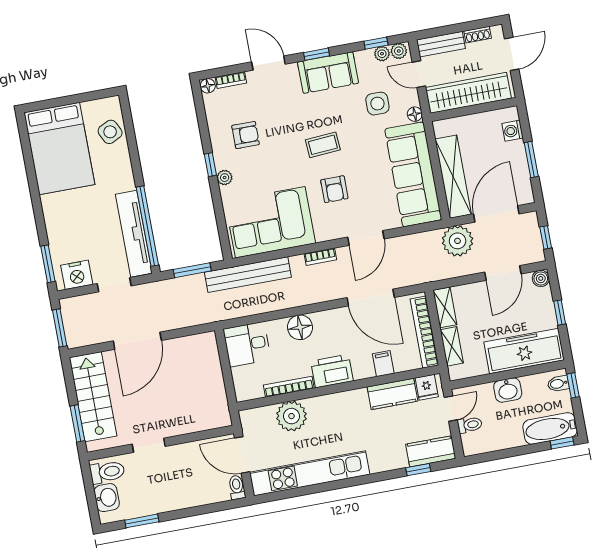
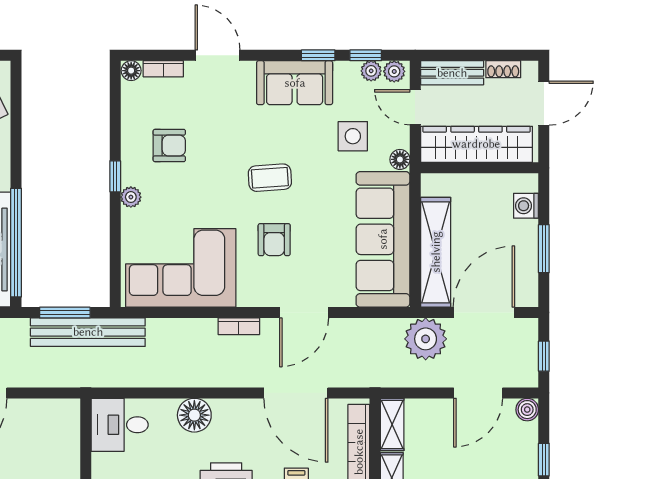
window: (317, 54) -> (318, 55), moved
bench: (248, 275) -> (88, 332), moved

